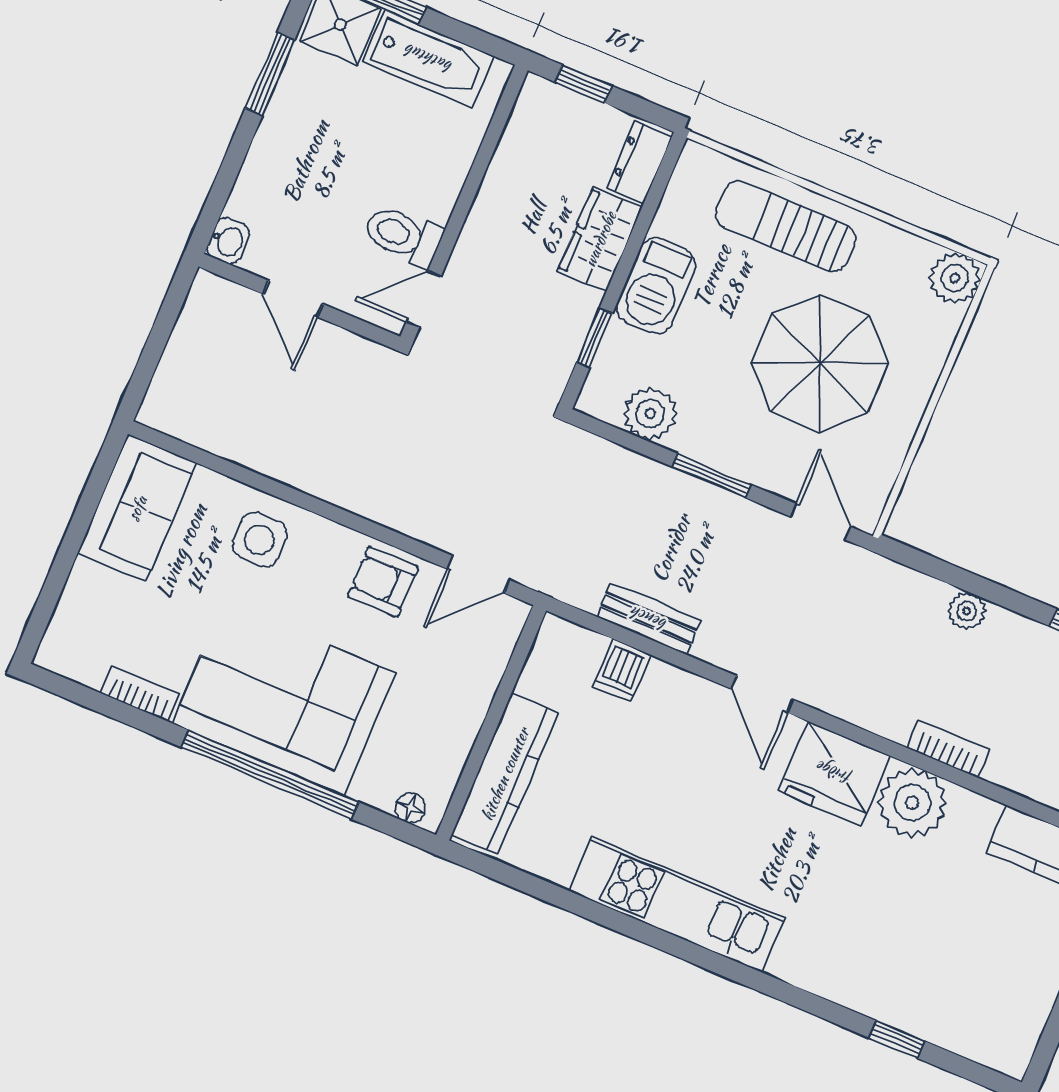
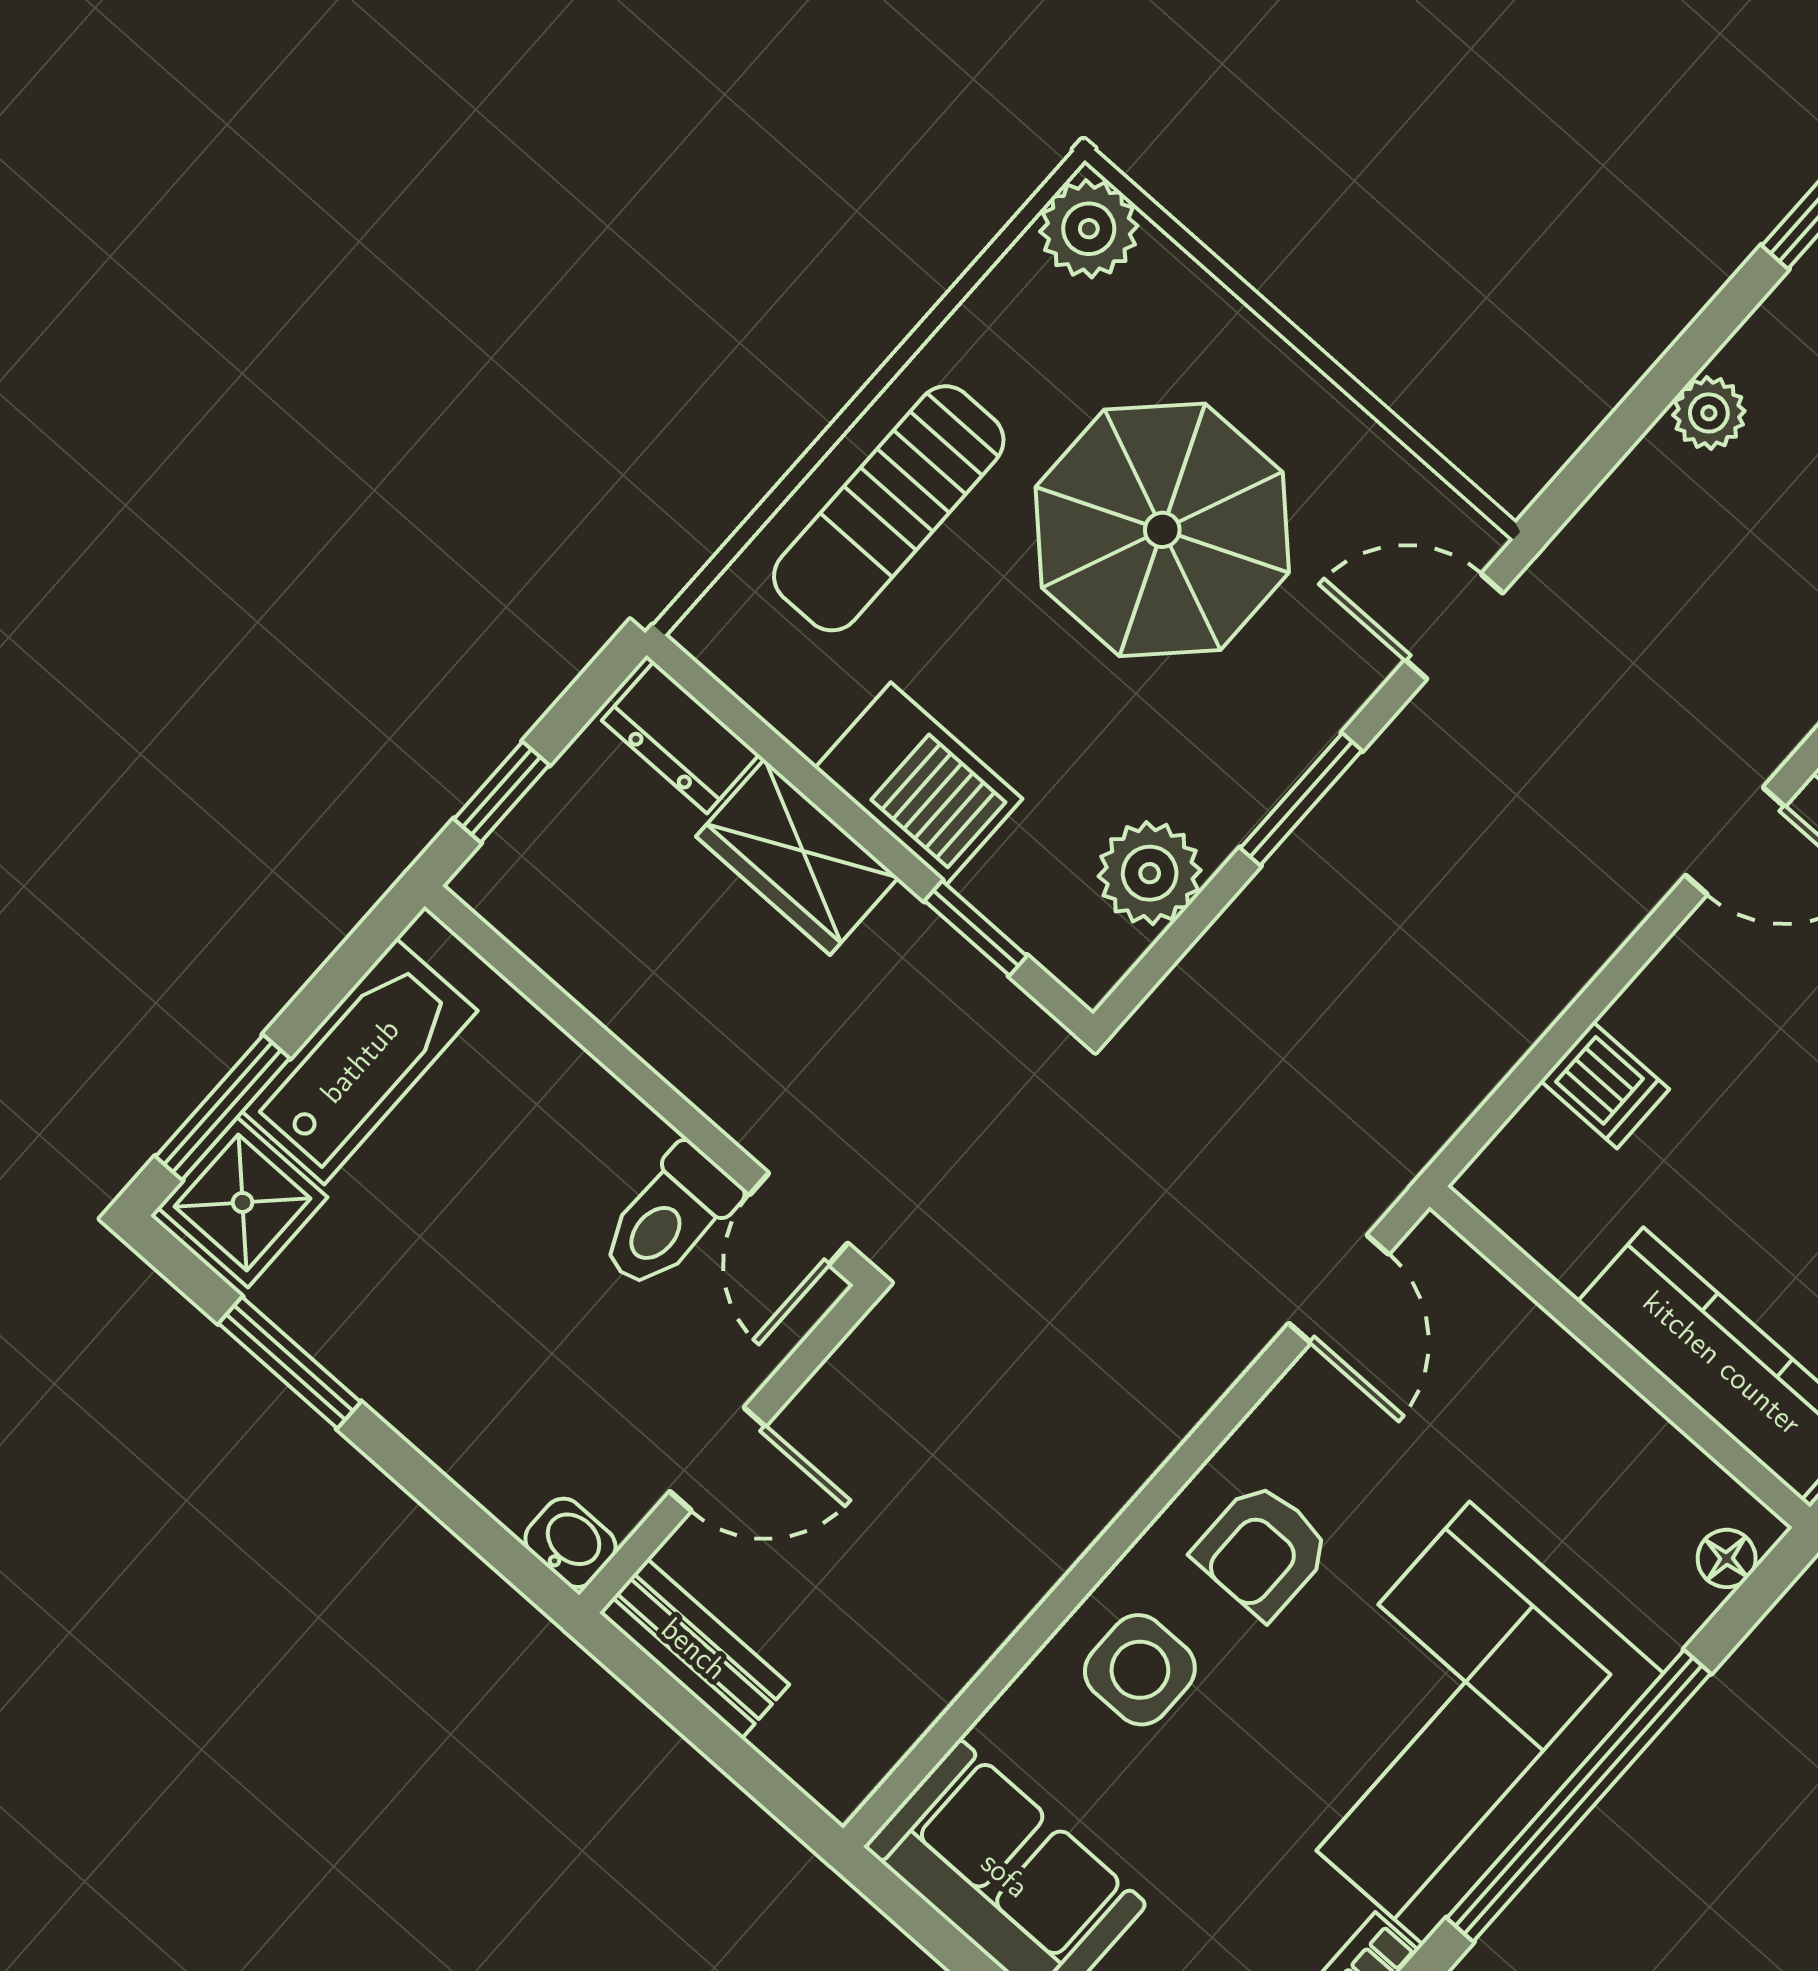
armchair: (383, 582) -> (1262, 1550), moved
bench: (649, 619) -> (694, 1649), moved, turned 90

